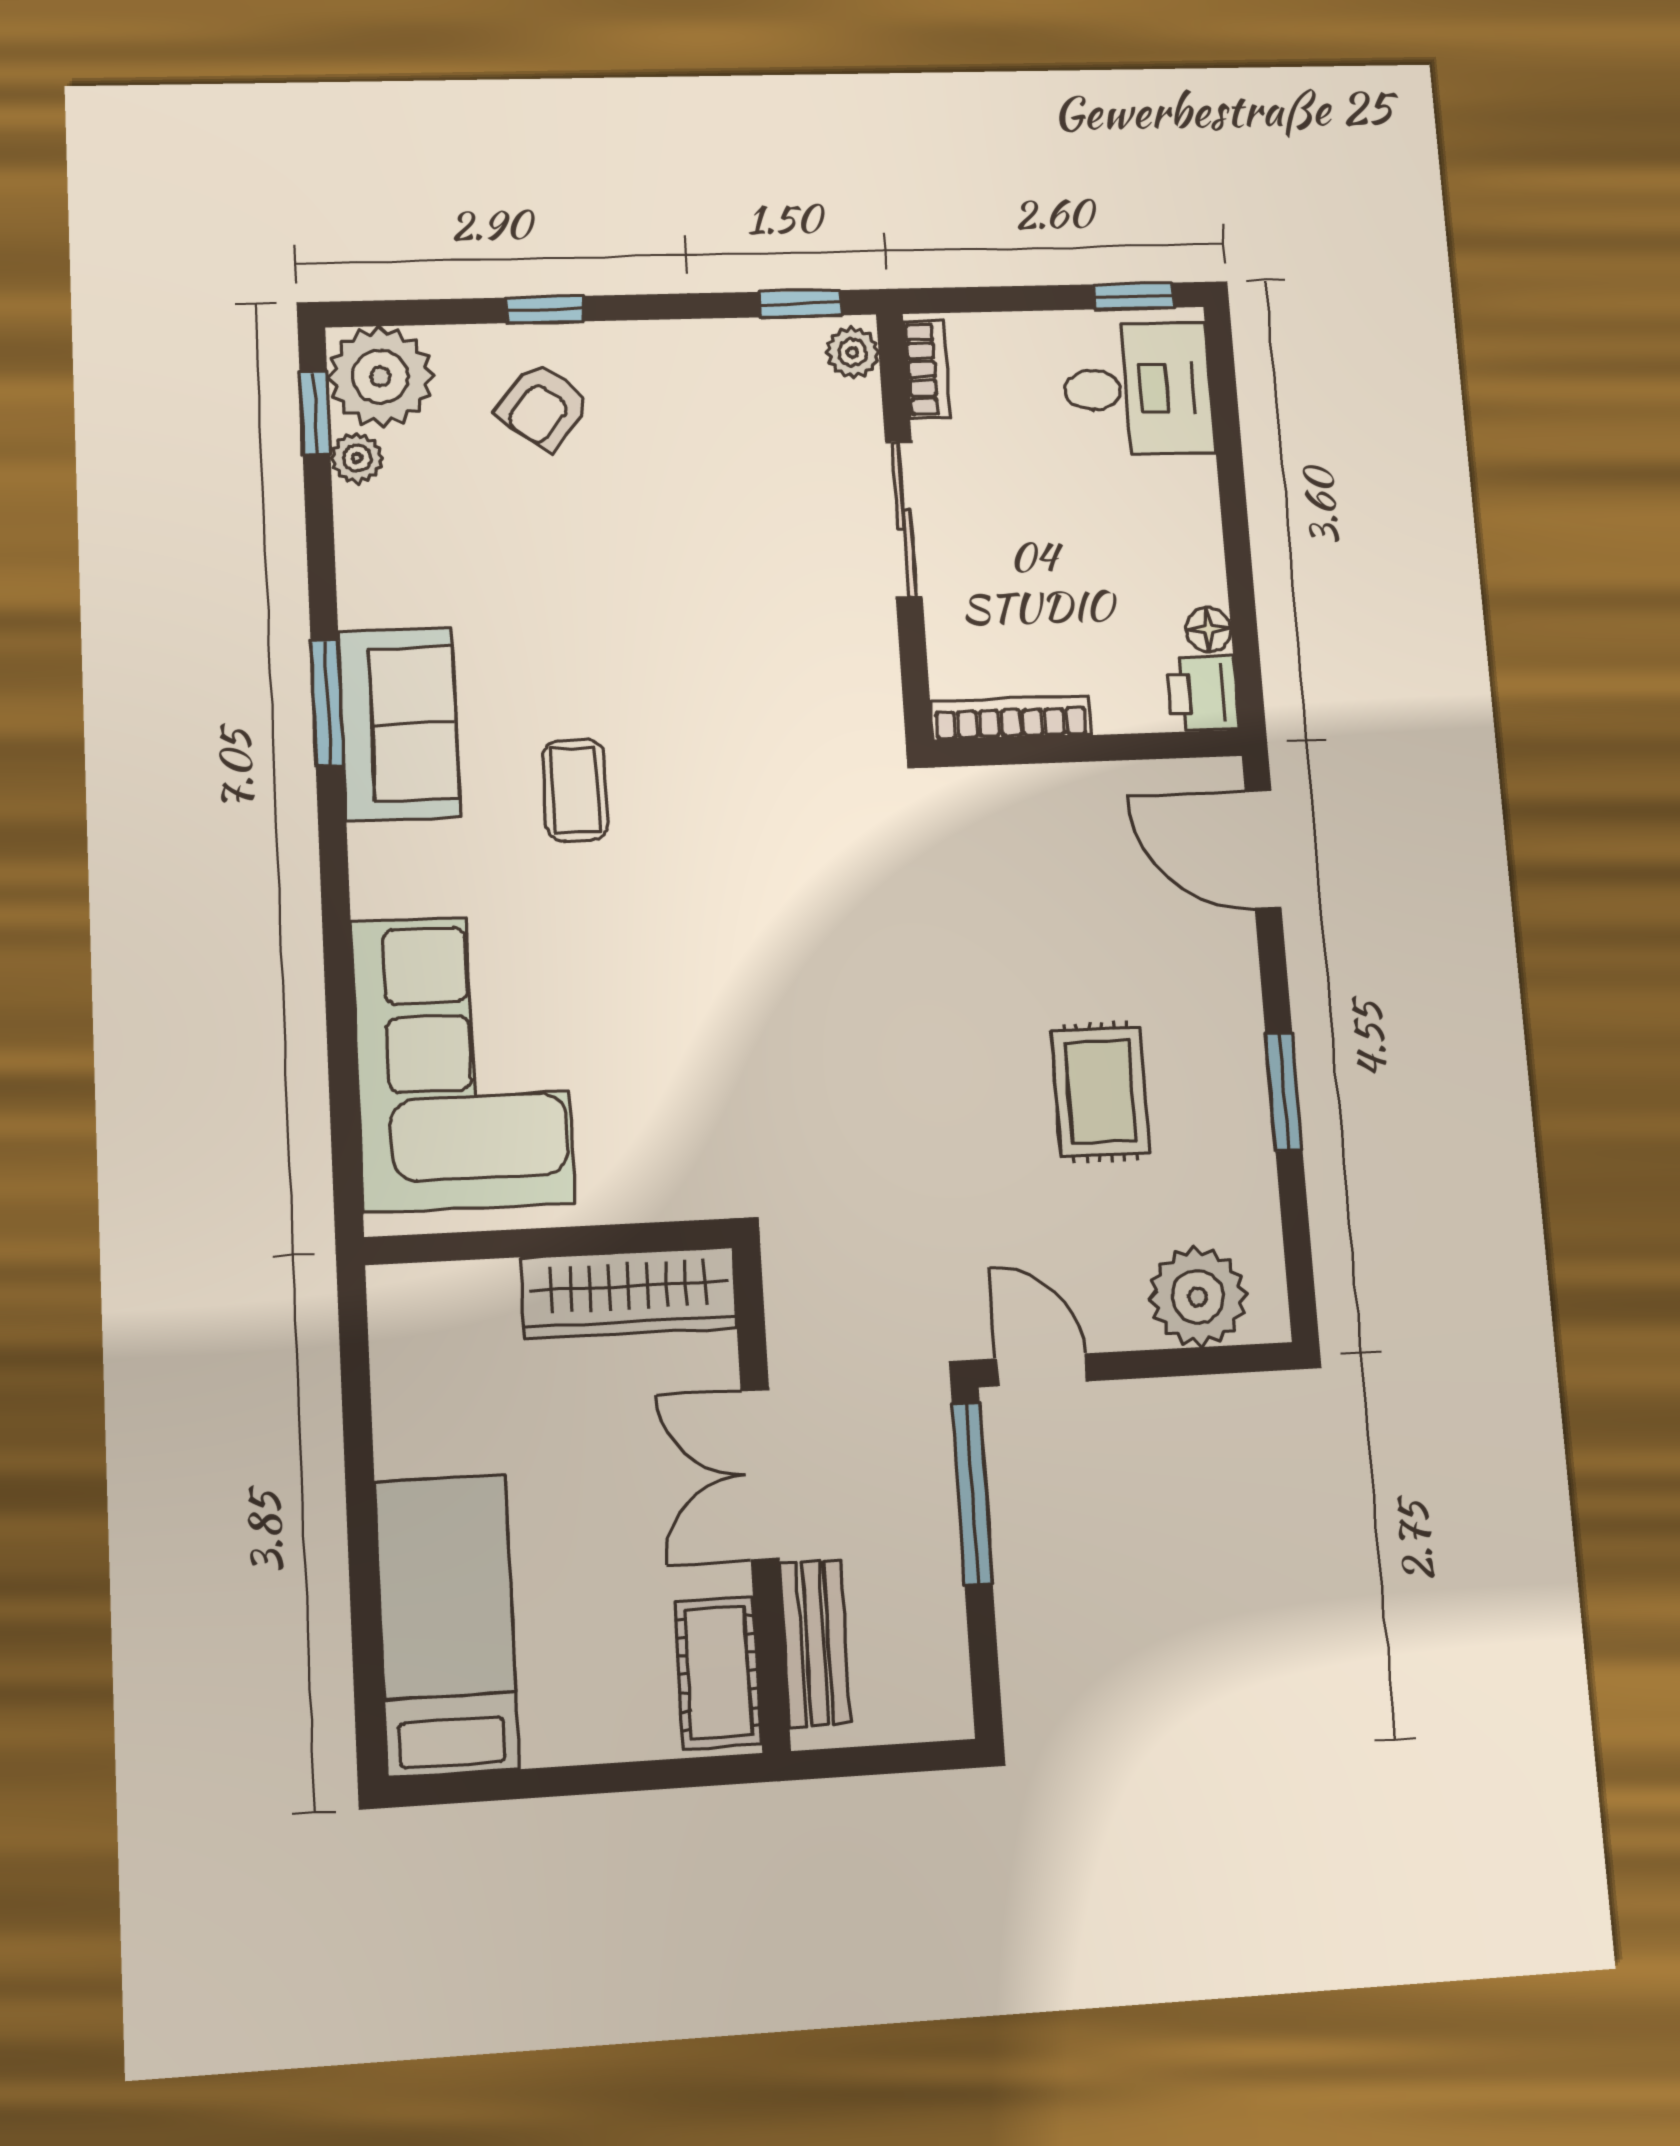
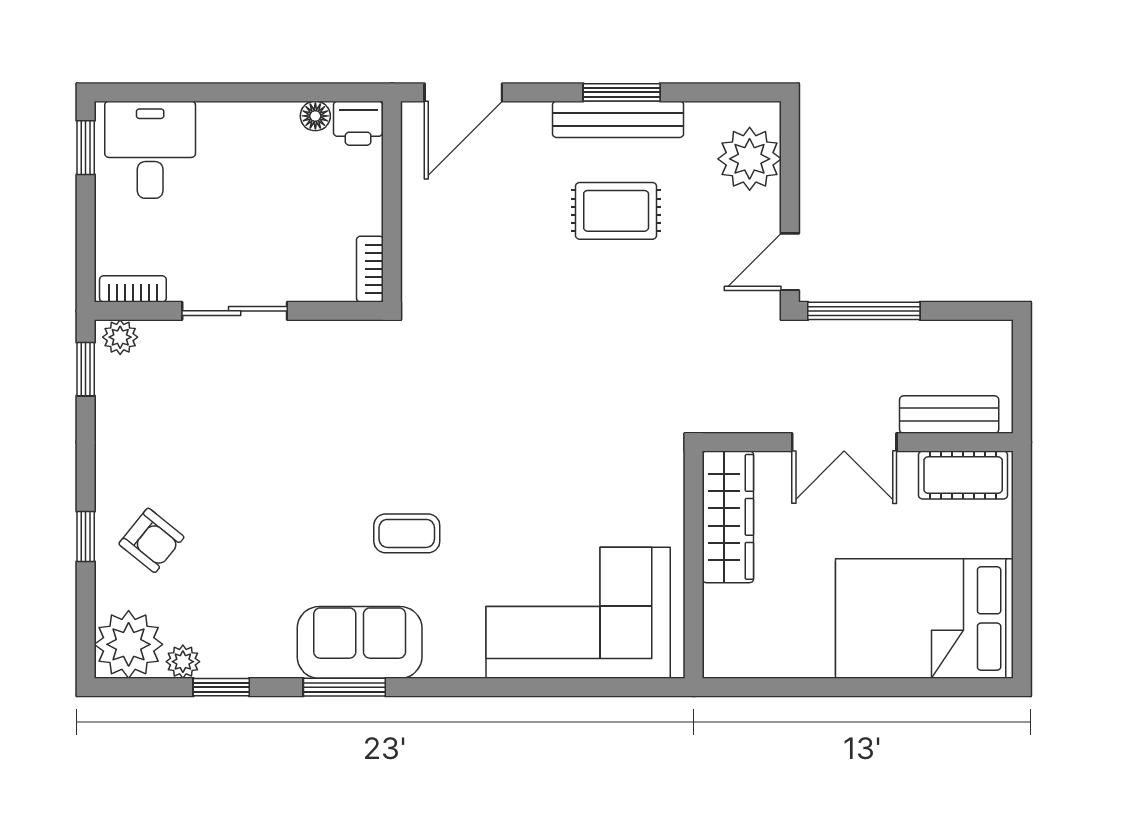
window: (315, 413) -> (221, 687), moved
bookcase: (1011, 718) -> (370, 269), width x0.64
bench: (1242, 1088) -> (618, 119), added
bed: (447, 1625) -> (924, 618), width x1.50

